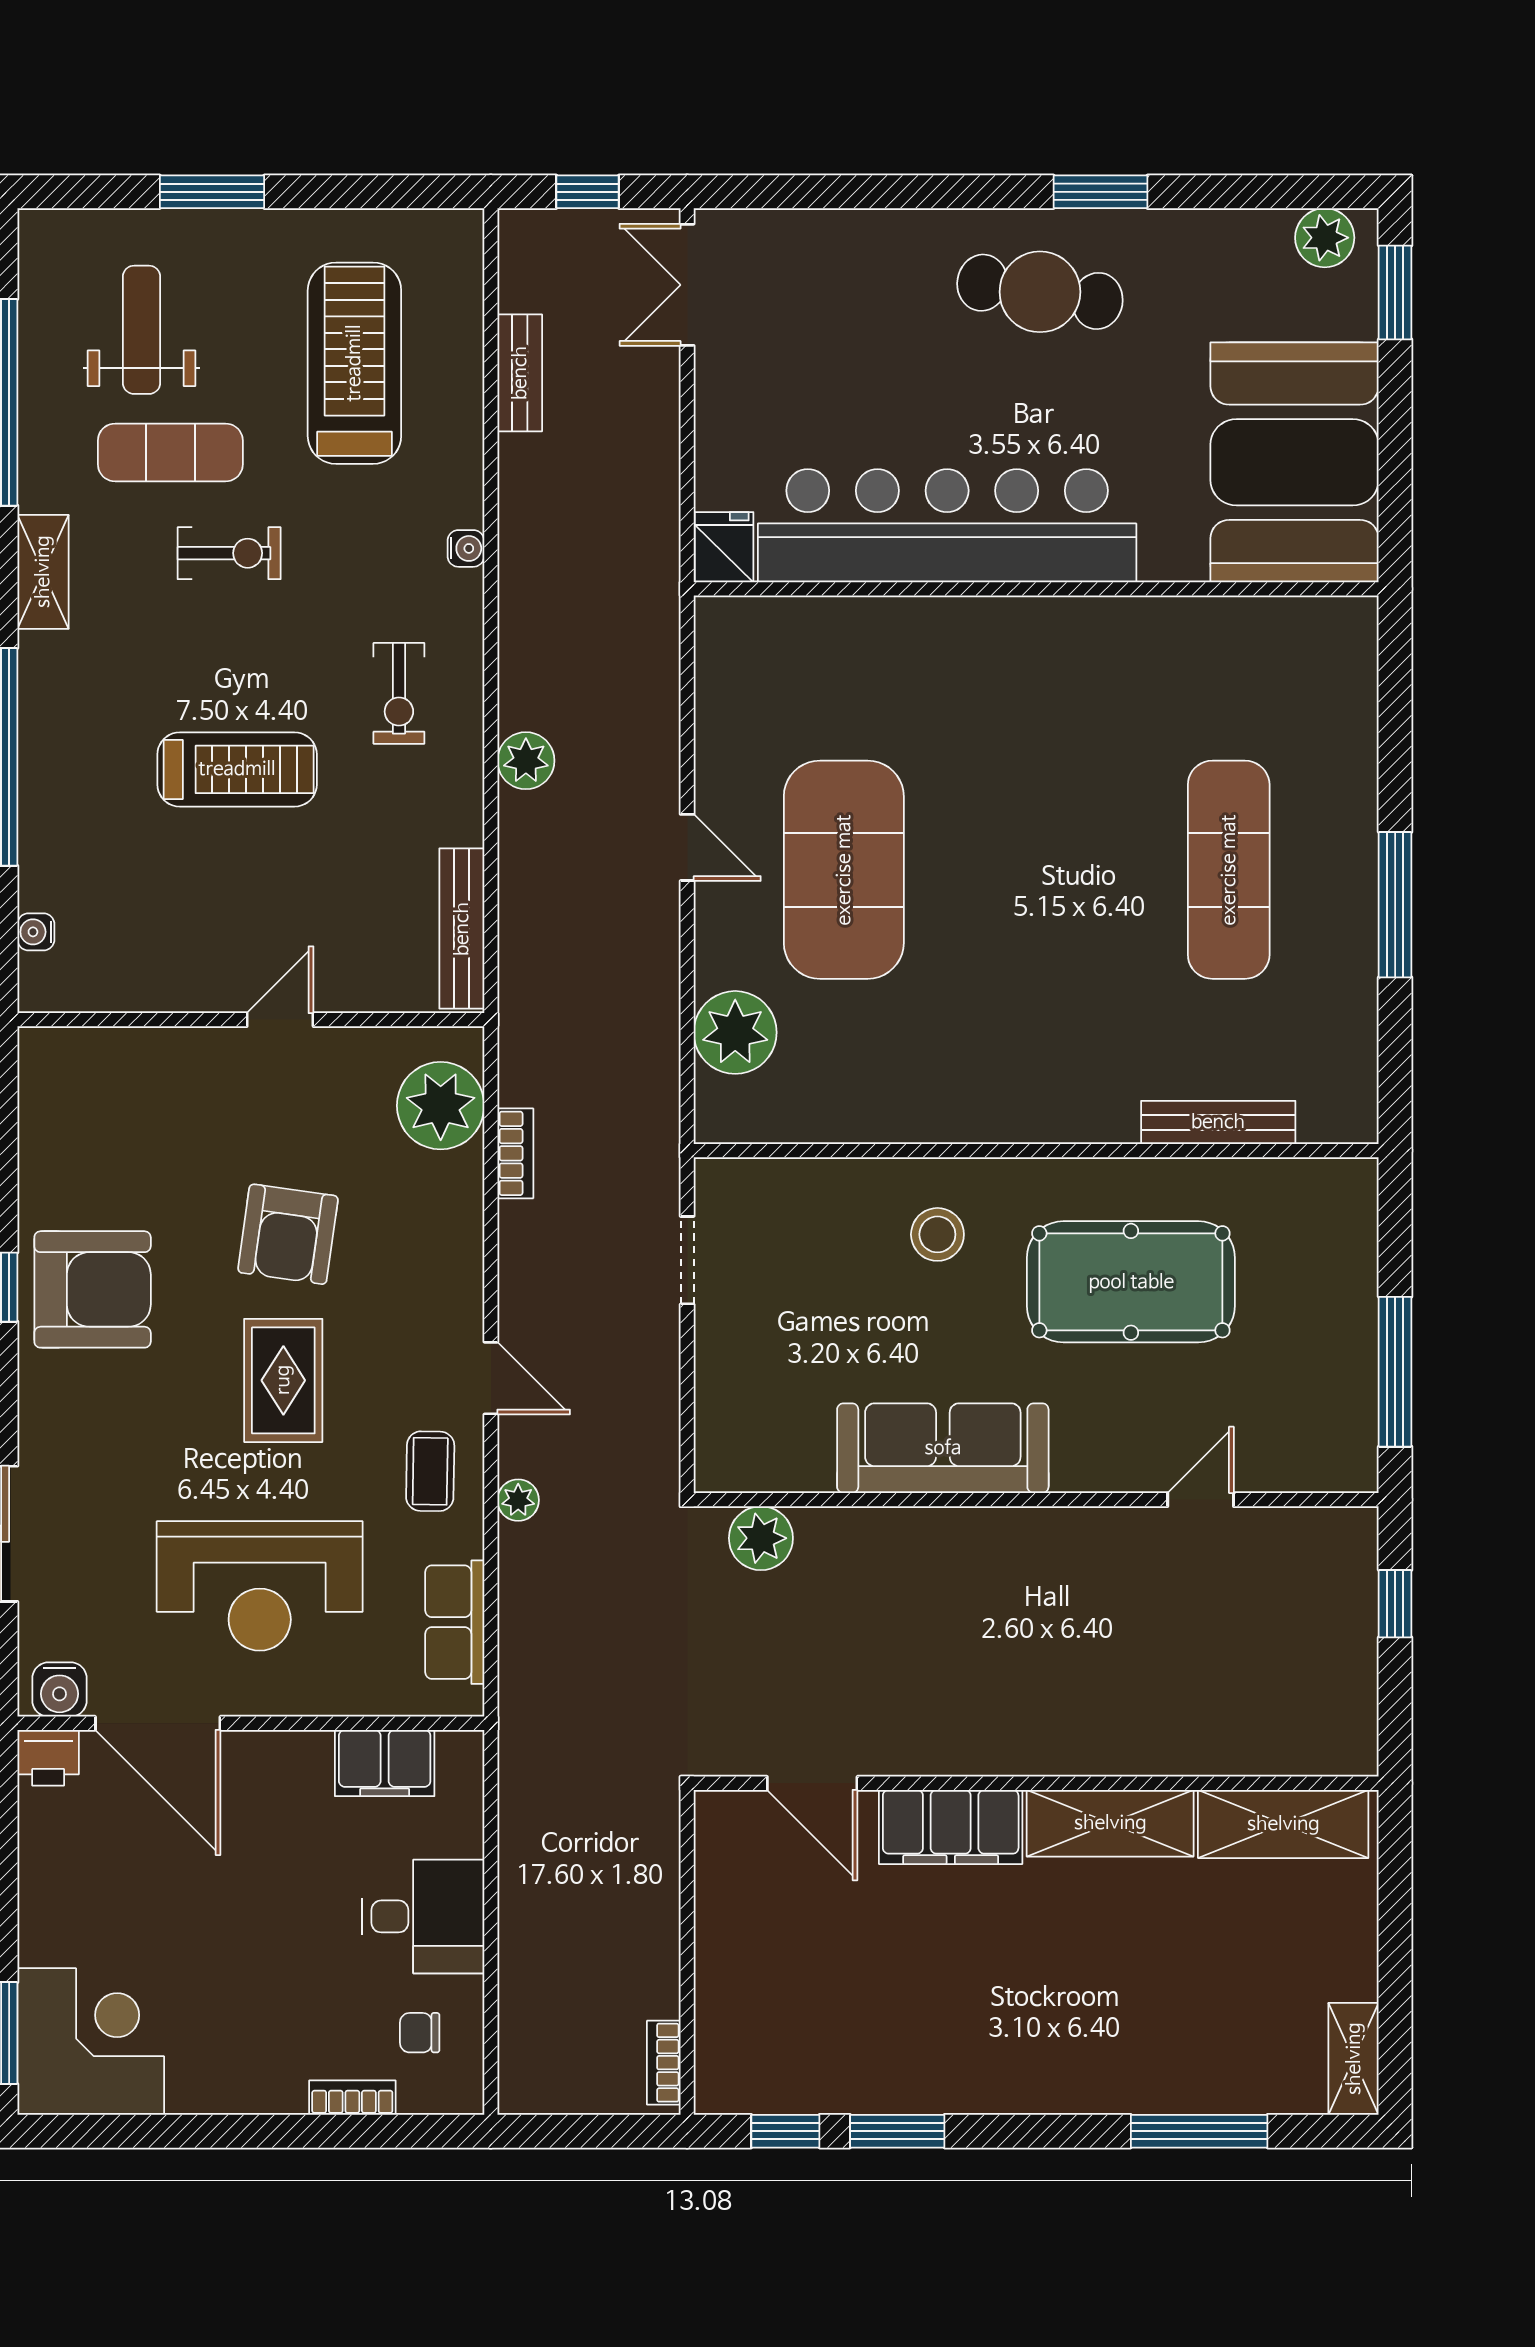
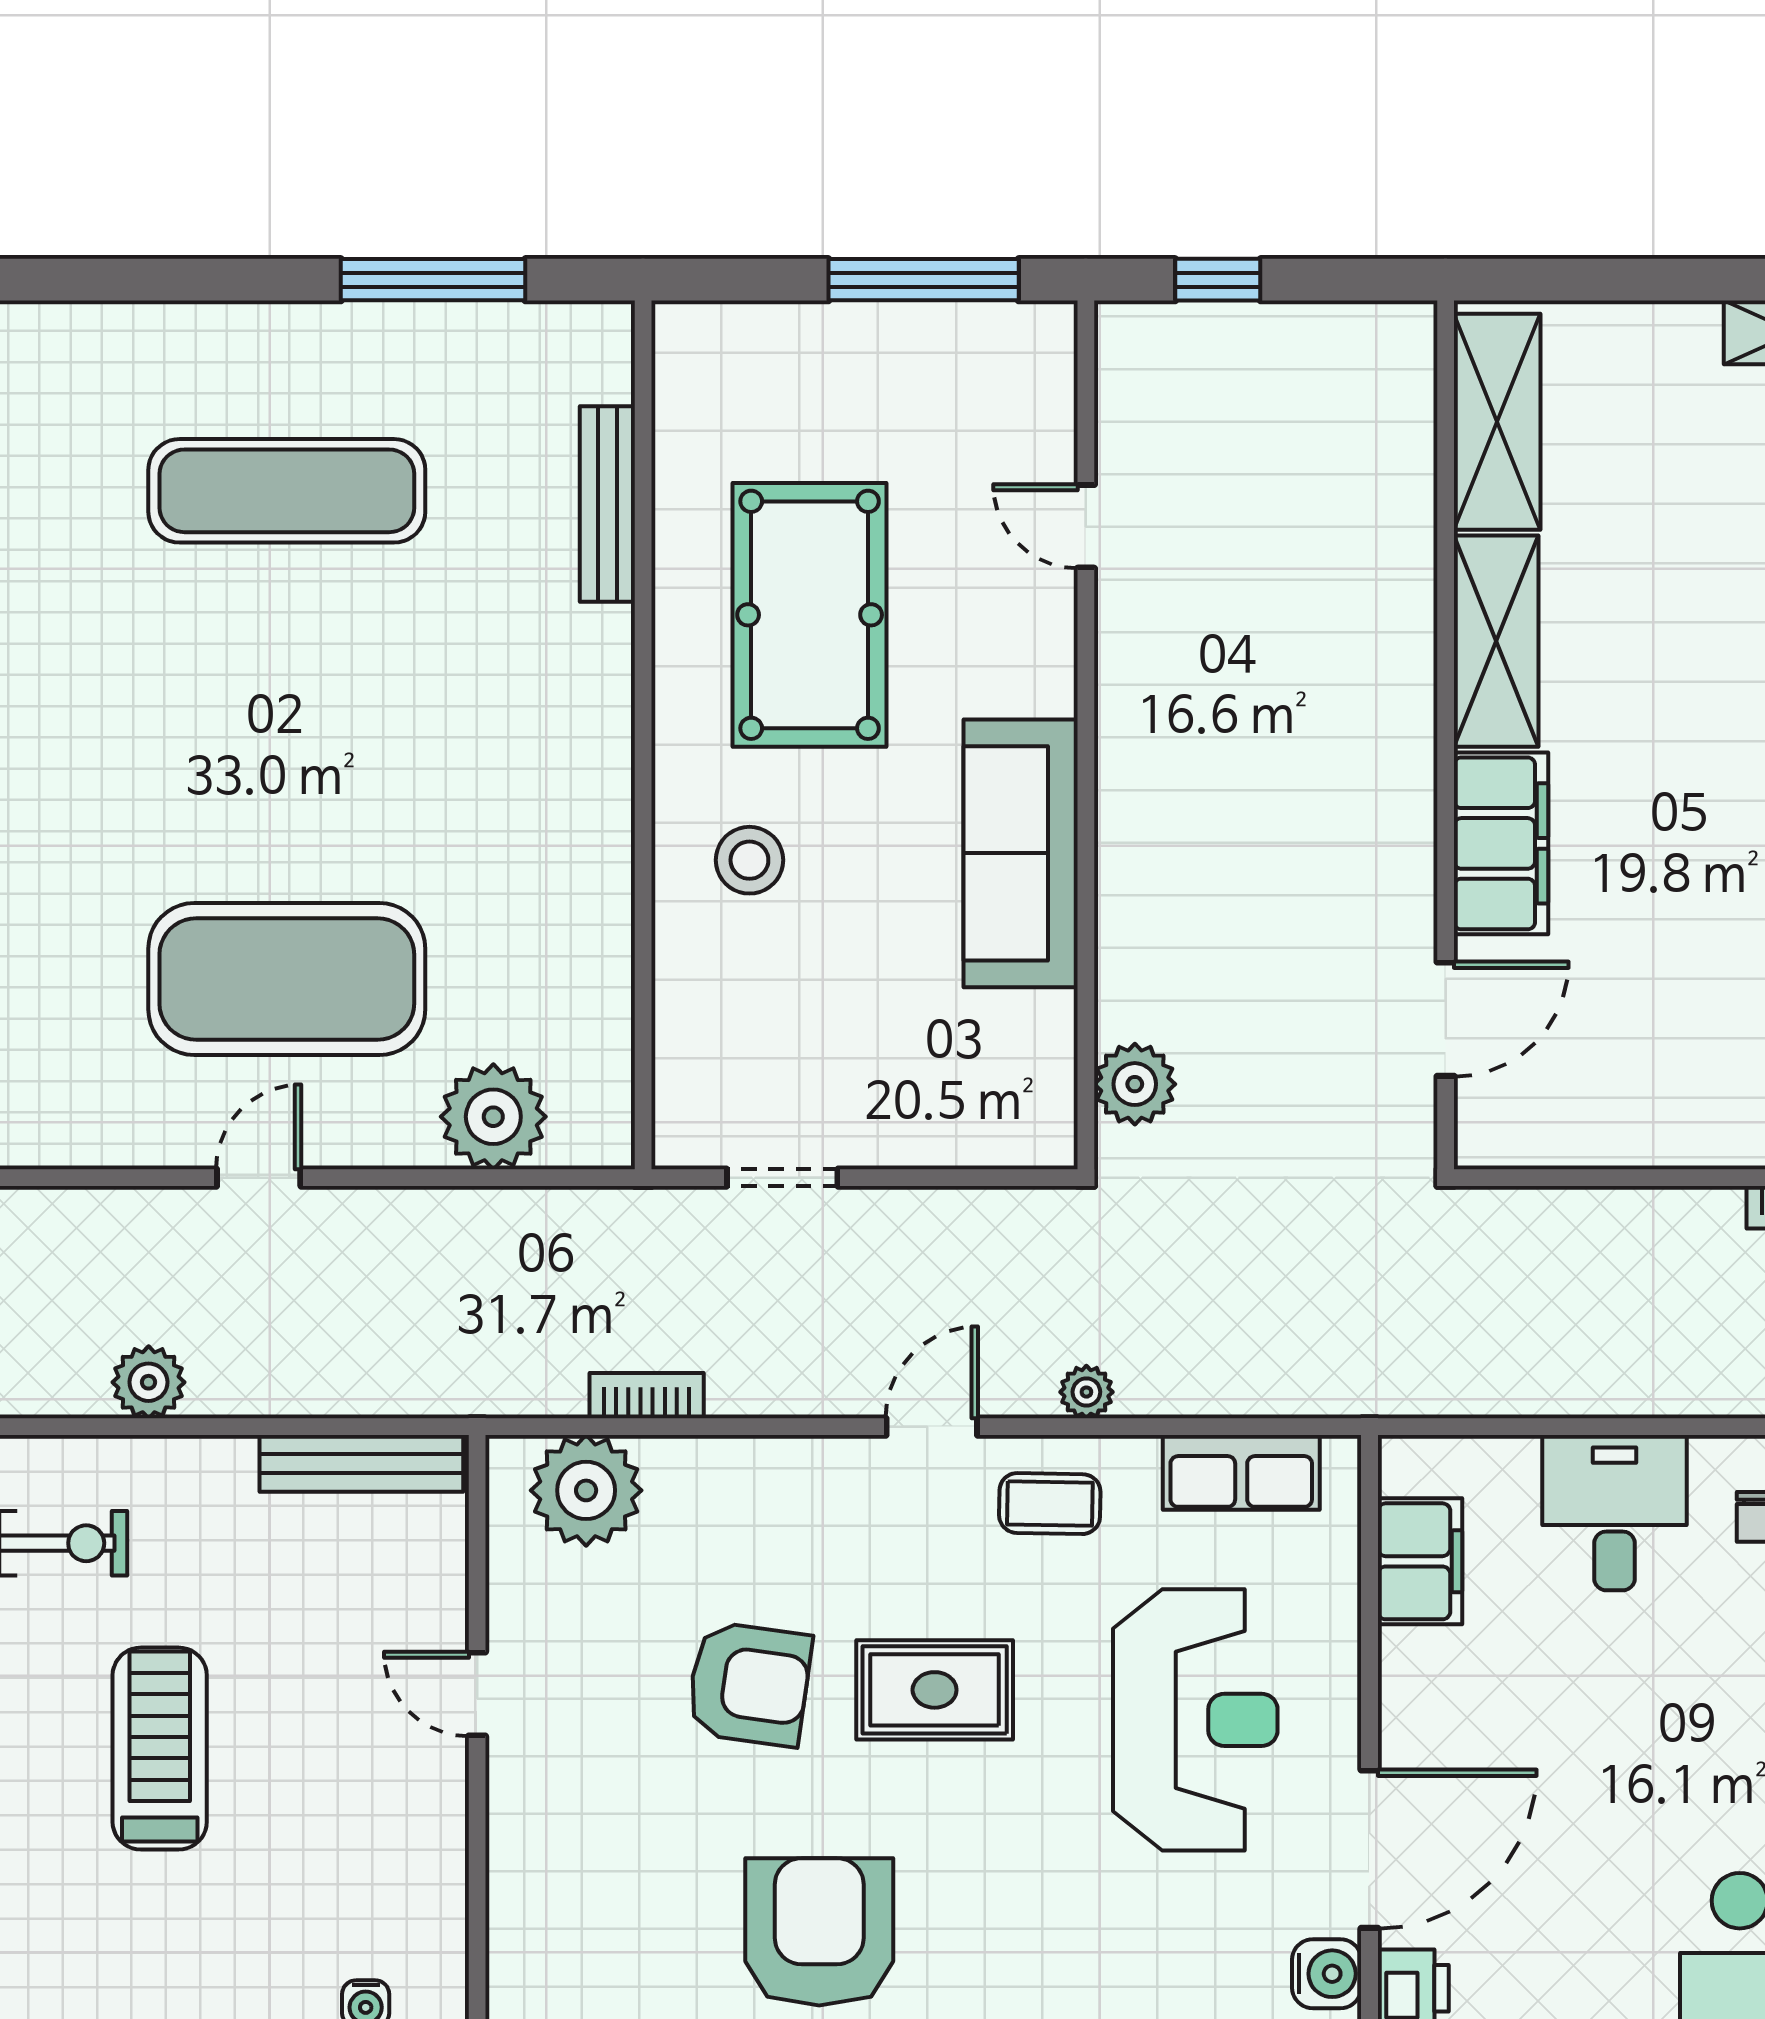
window: (1395, 905) -> (433, 280), moved

